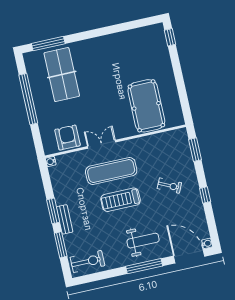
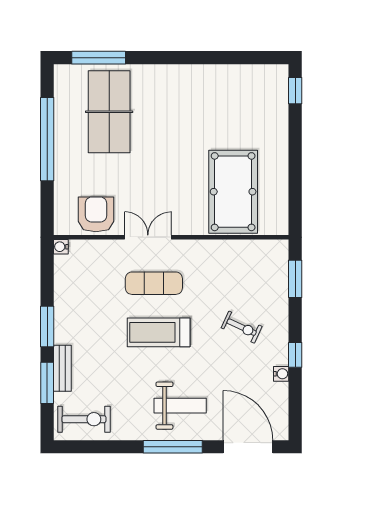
exercise mat: (111, 171) -> (154, 283), width x0.73, depth x0.69
bench: (65, 219) -> (62, 368), moved
water cooler: (207, 243) -> (281, 374), moved

